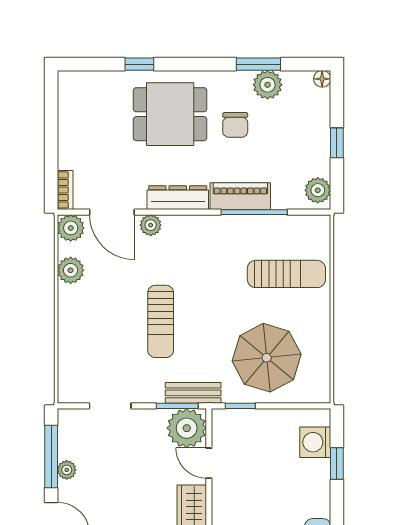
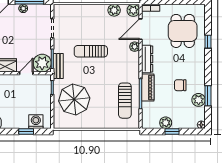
dining table: (170, 114) -> (183, 31), moved
plant: (318, 190) -> (166, 123), moved
sun lounger: (286, 274) -> (125, 101), moved

